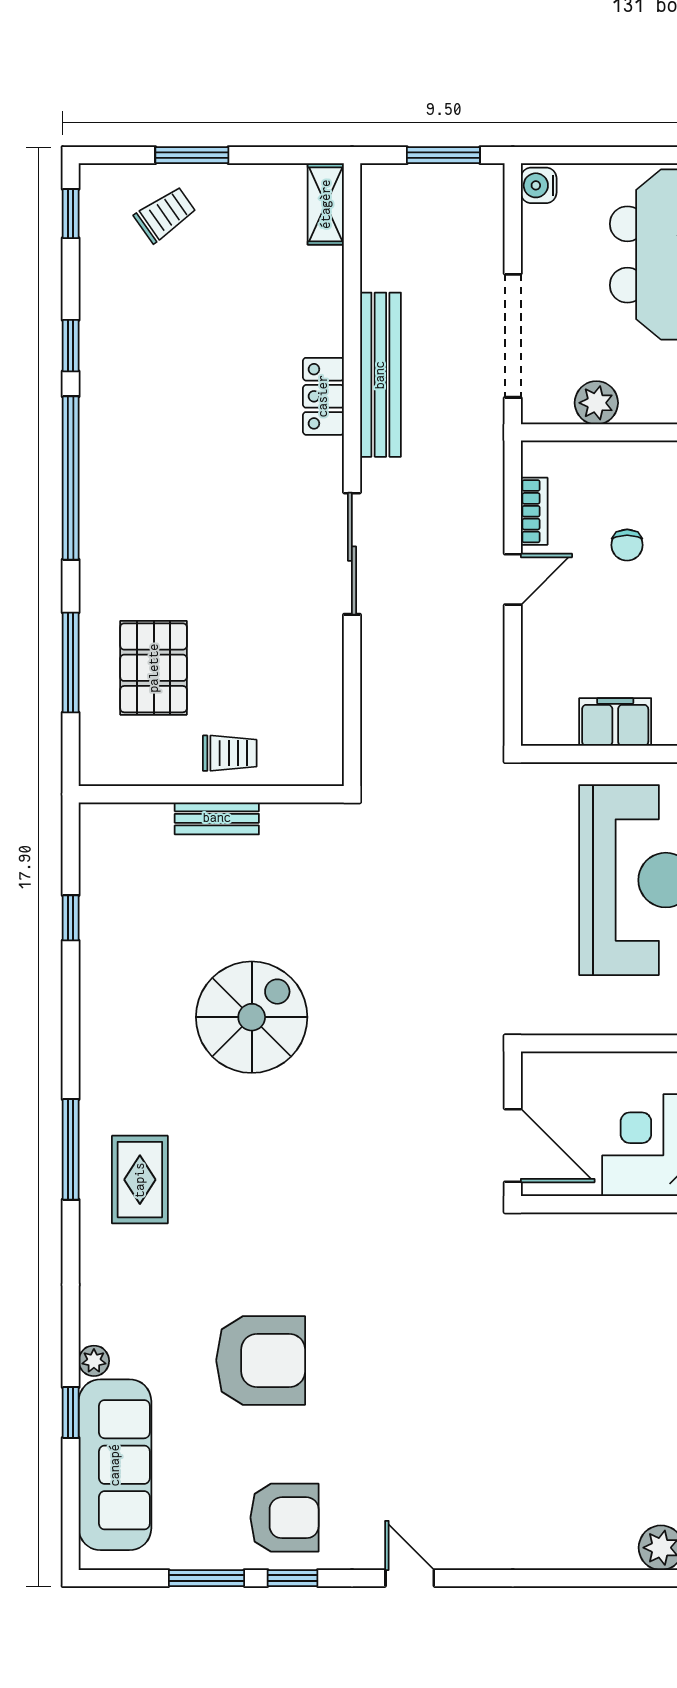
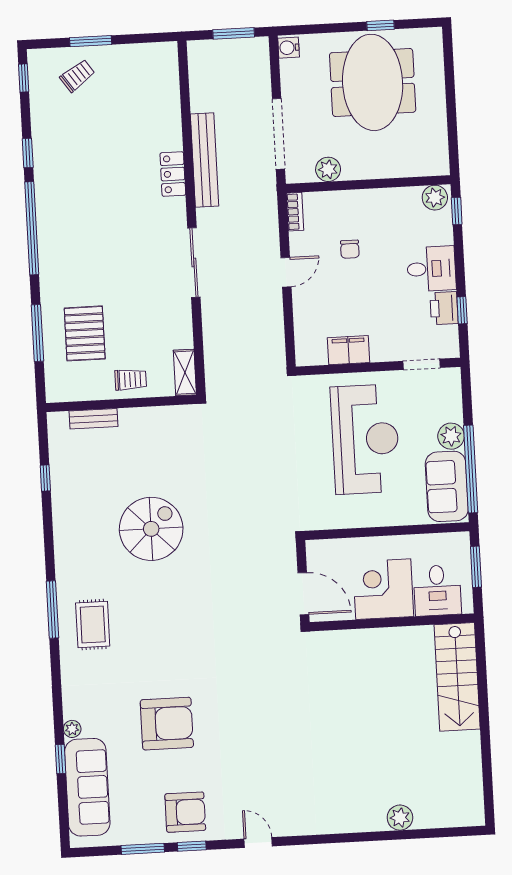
shelving: (326, 204) -> (185, 373), moved
bookcase: (534, 511) -> (295, 212), moved
bench: (217, 818) -> (94, 419), moved

